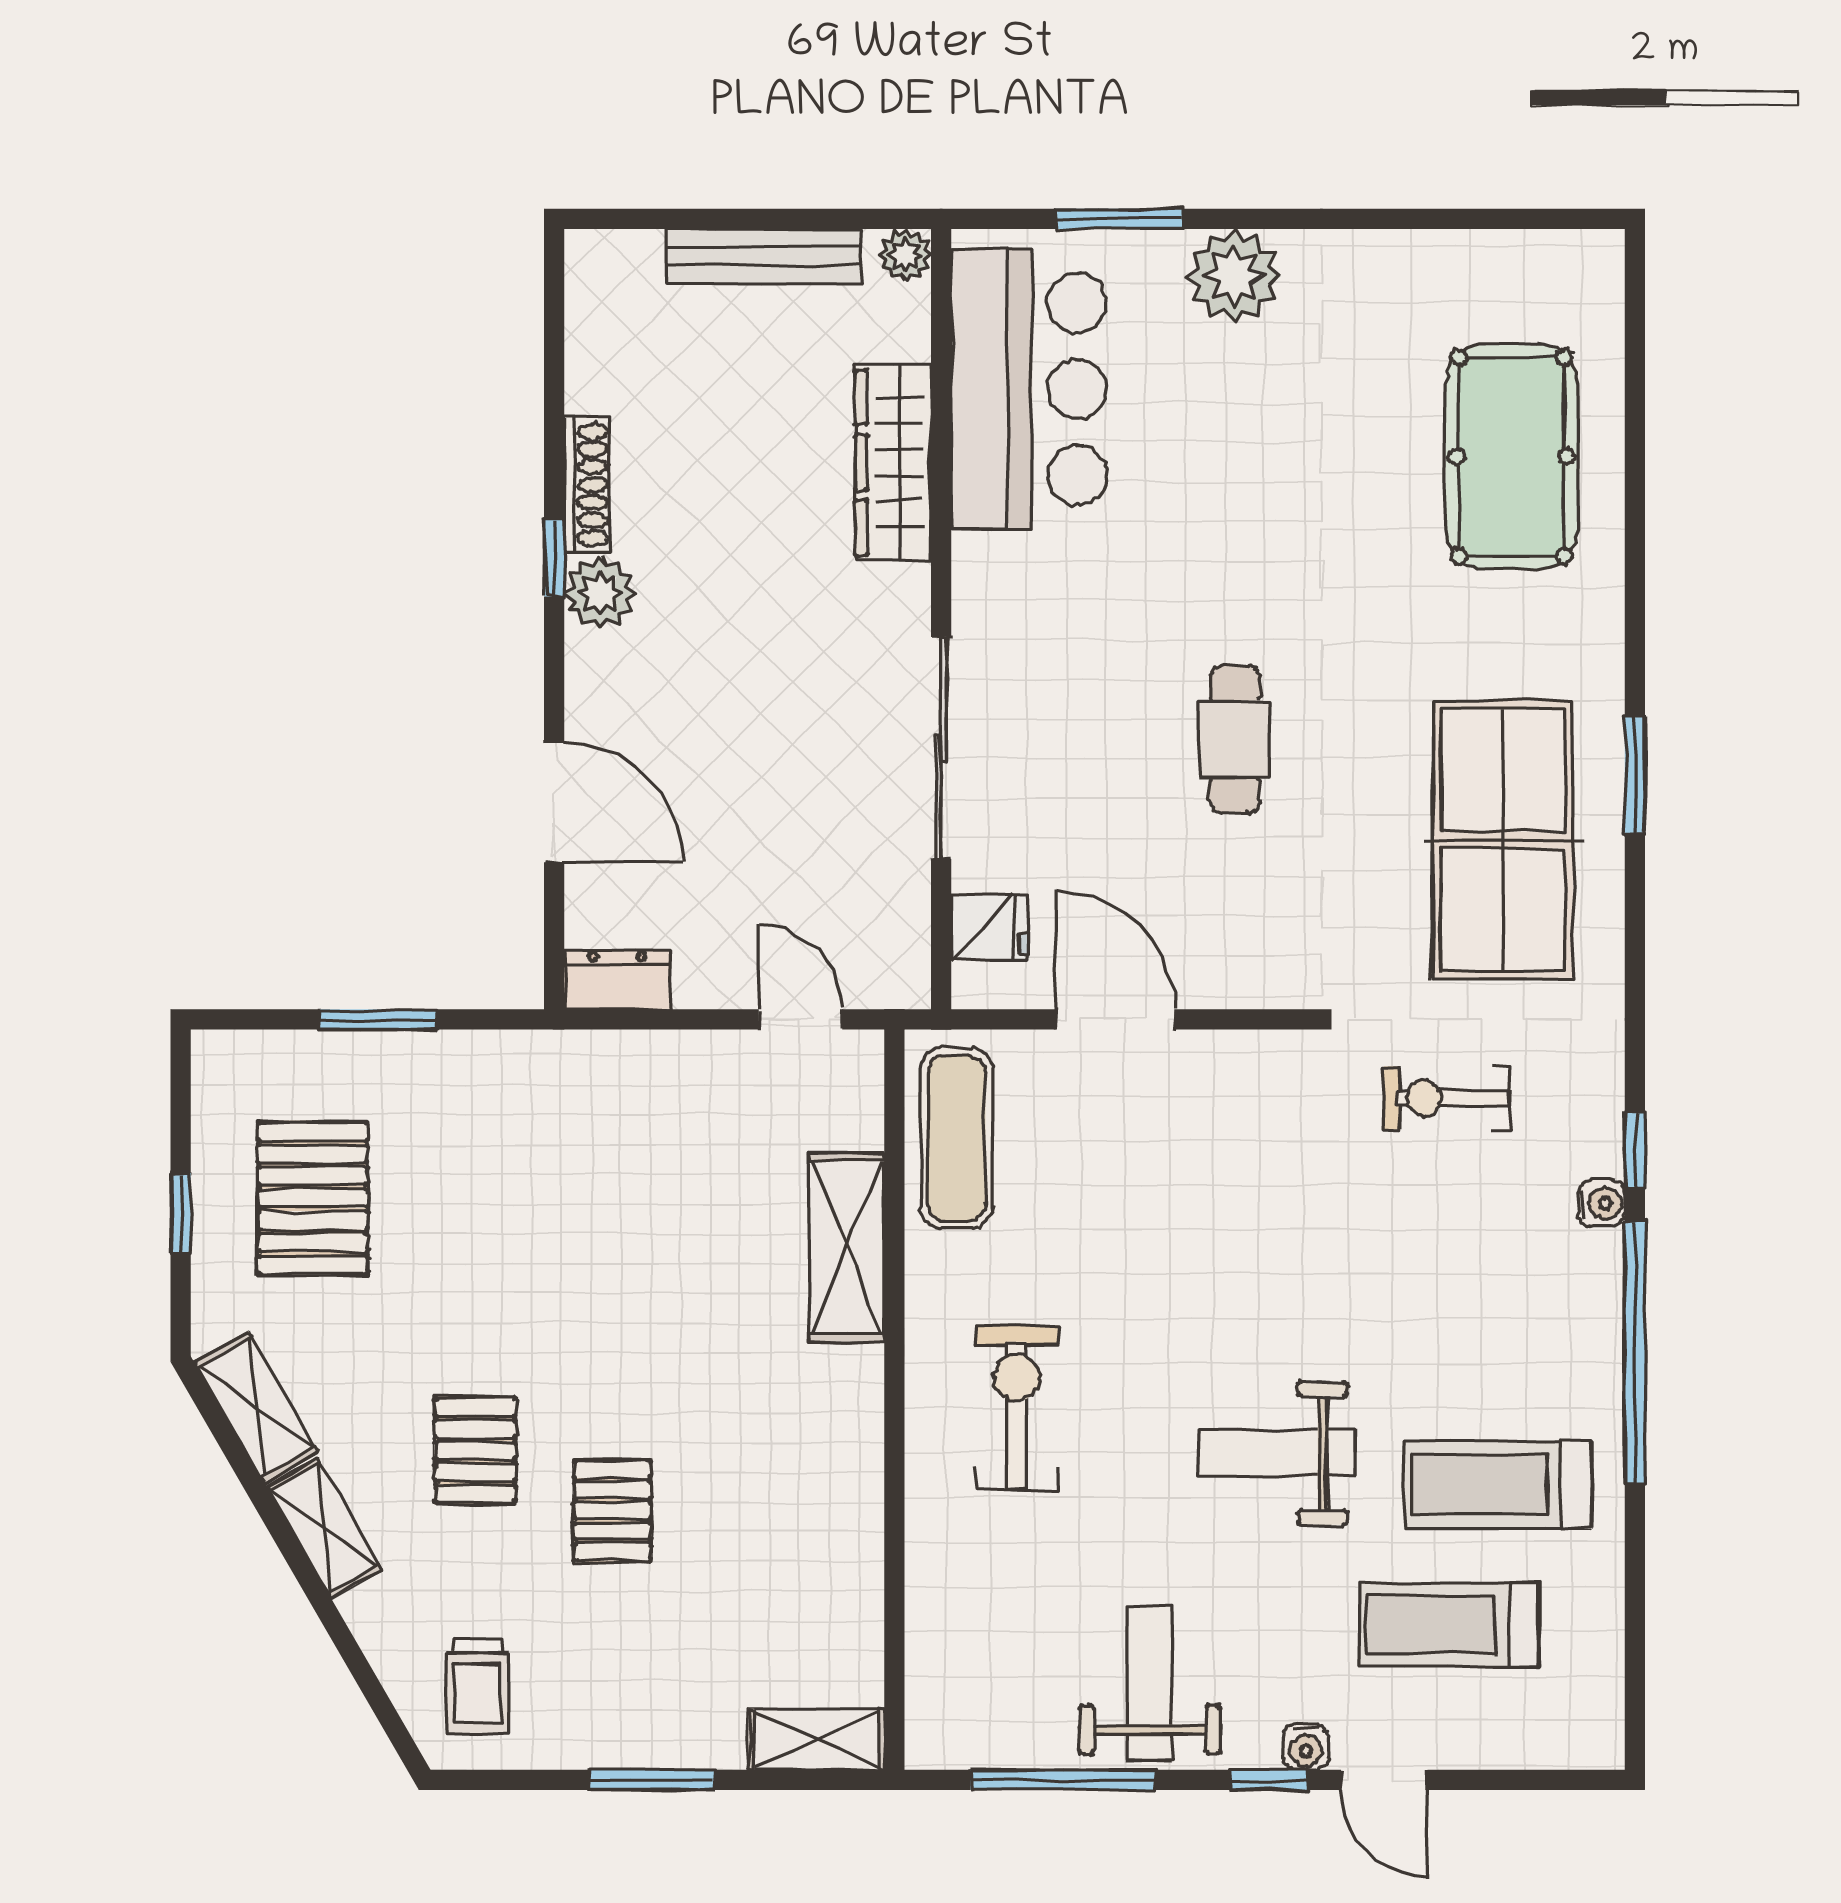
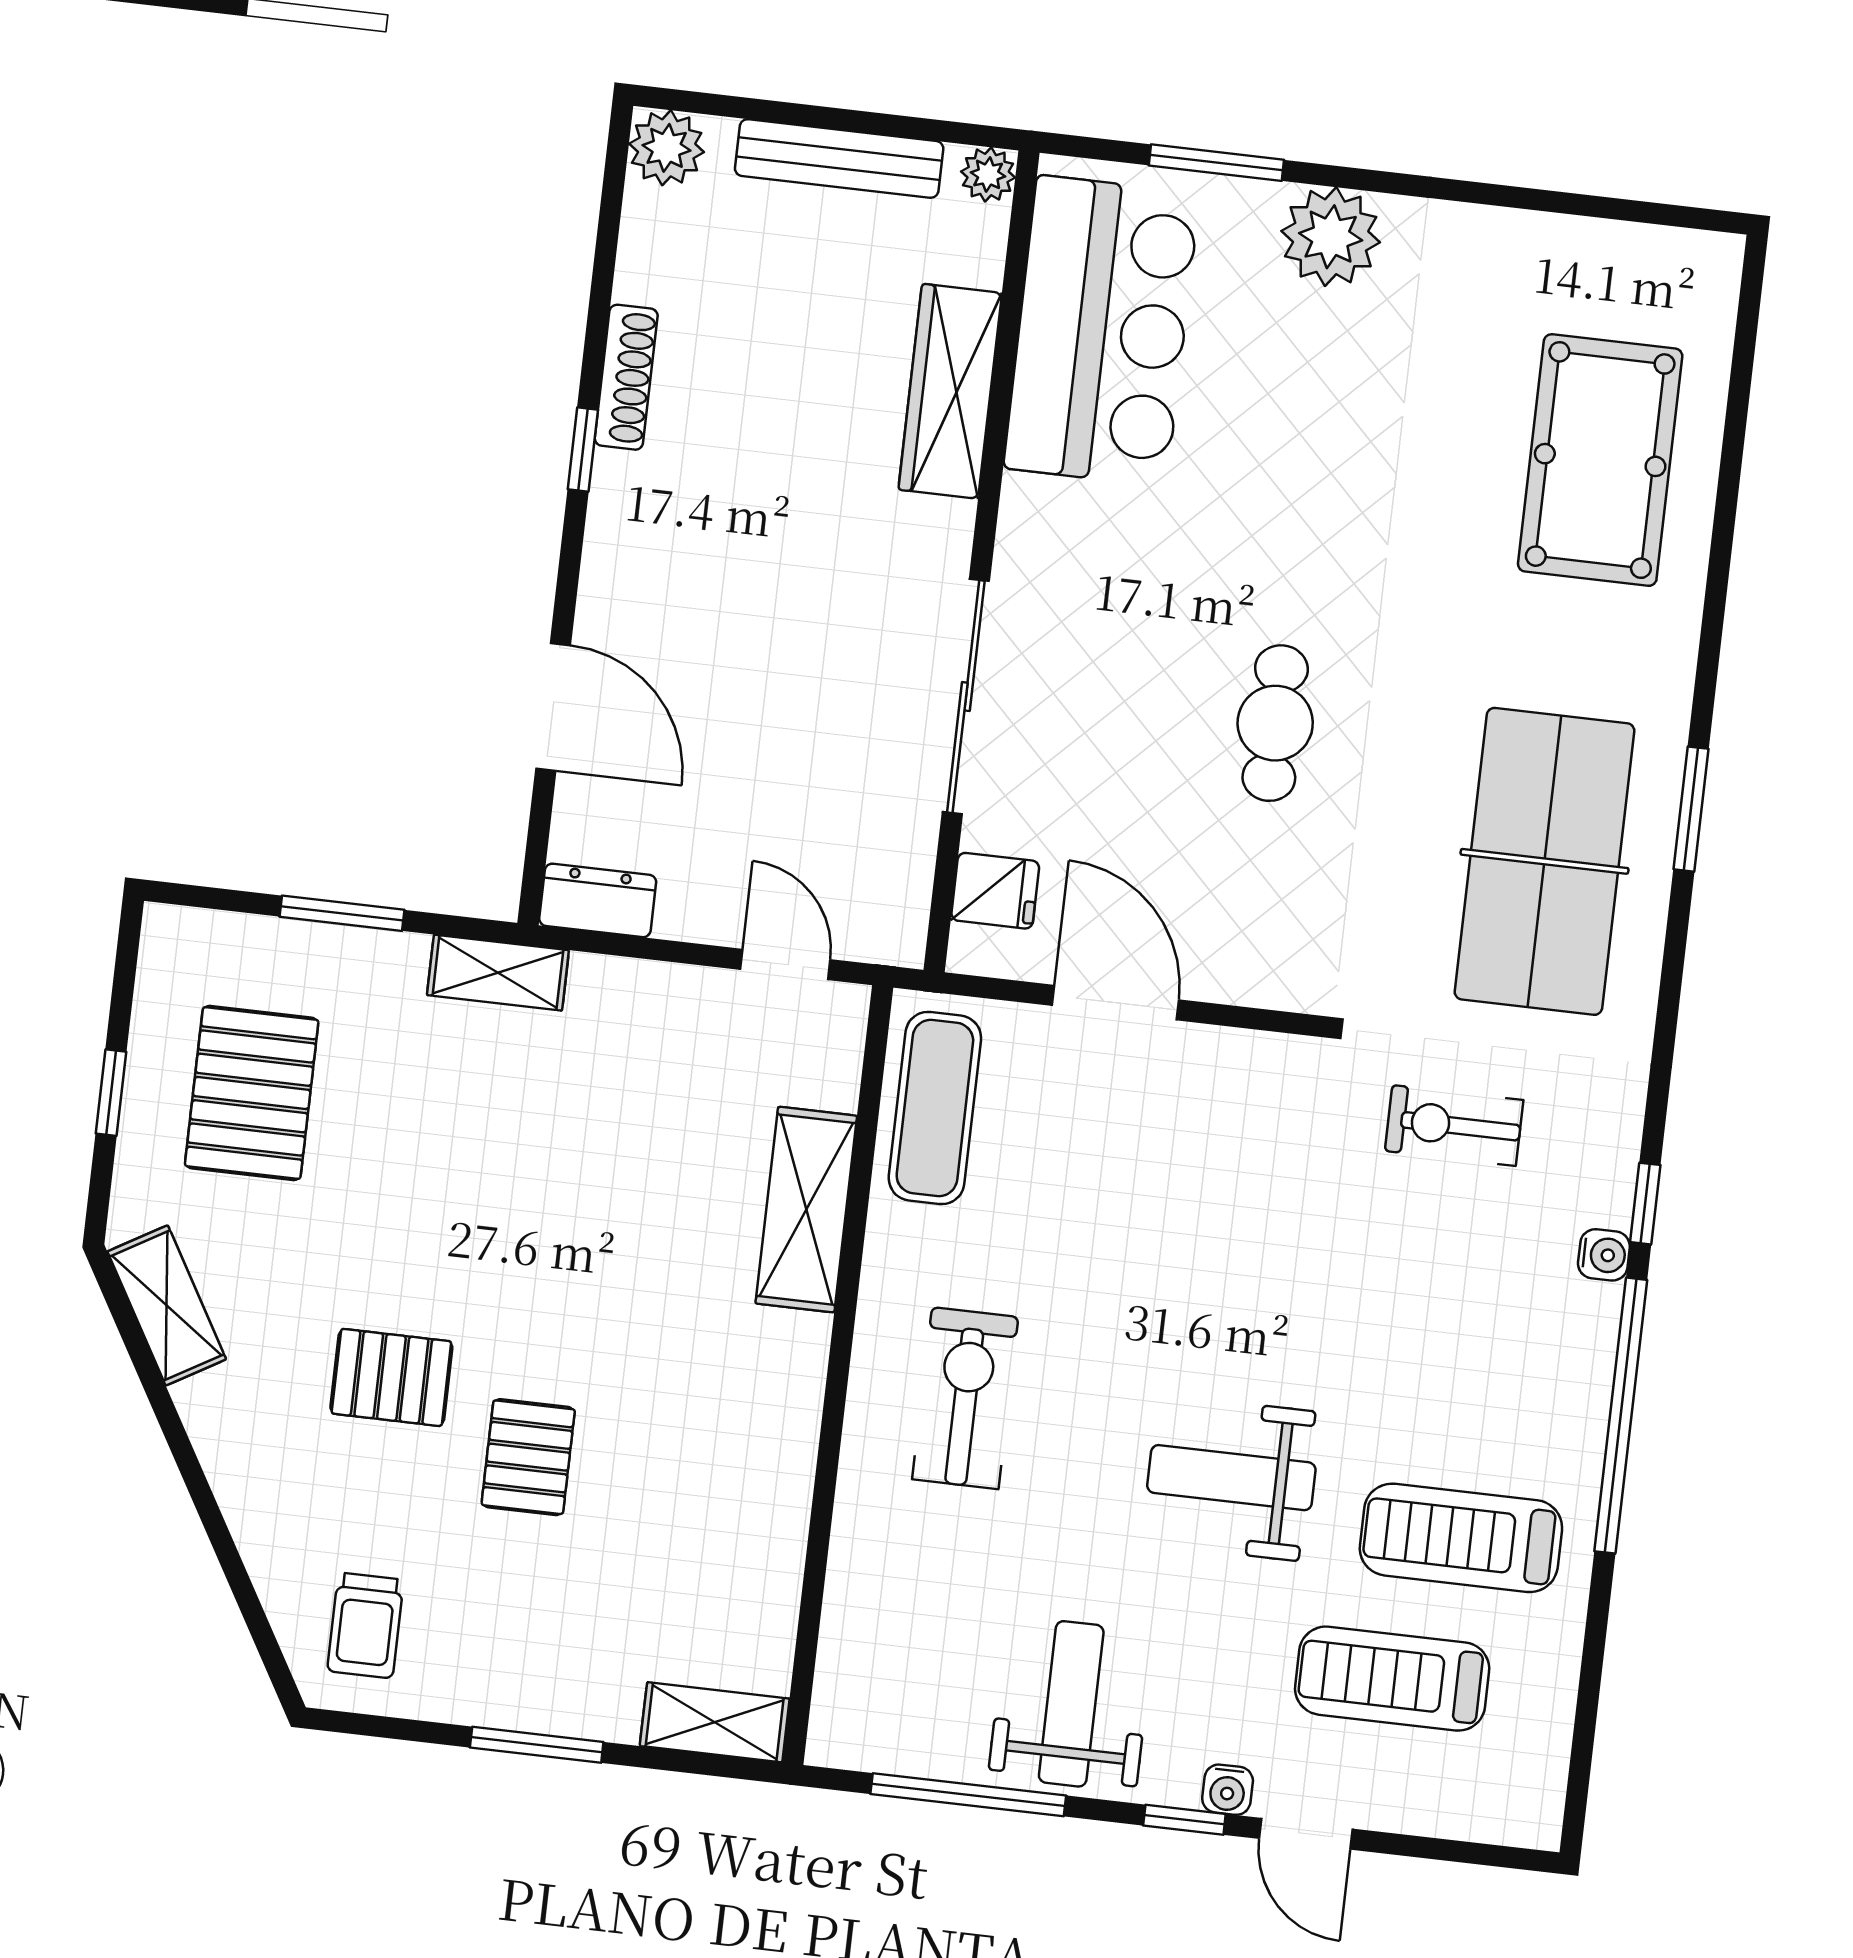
plant: (600, 593) -> (667, 148), moved
pallet: (475, 1450) -> (391, 1377), turned 90
shelving: (324, 1529) -> (498, 973), moved, turned -60

